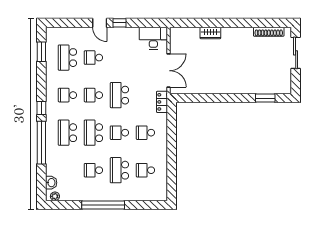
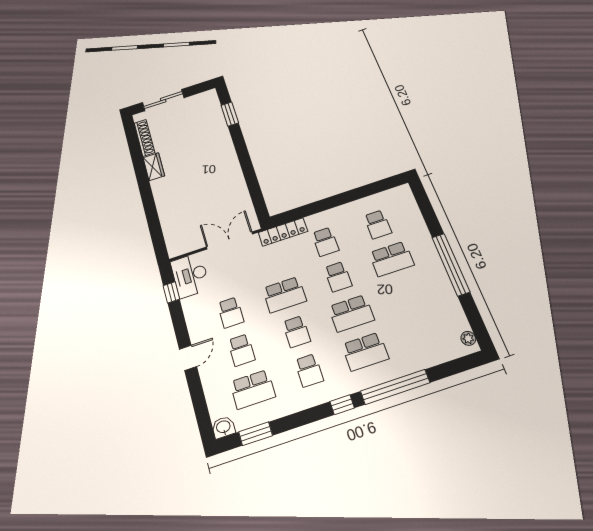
window: (119, 23) -> (171, 292), moved
wardrobe: (210, 33) -> (154, 167), moved
locker: (162, 102) -> (283, 232), width x1.53
school desk: (93, 170) -> (231, 312), moved
washbasin: (51, 183) -> (223, 427), moved

